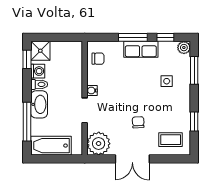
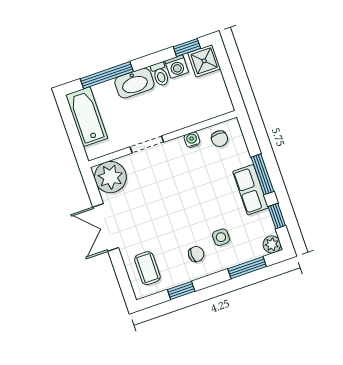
water cooler: (92, 90) -> (192, 140), moved
chair: (138, 122) -> (196, 254), moved

